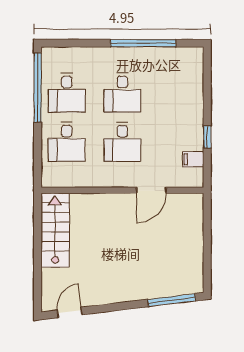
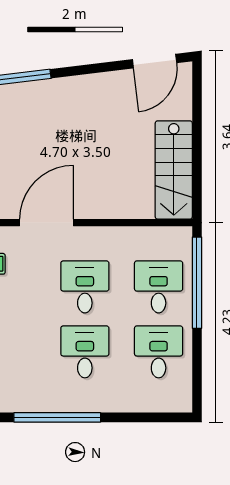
window: (38, 87) -> (197, 283), moved
door: (151, 190) -> (47, 223), width x1.36
door: (70, 312) -> (155, 61), width x1.38

